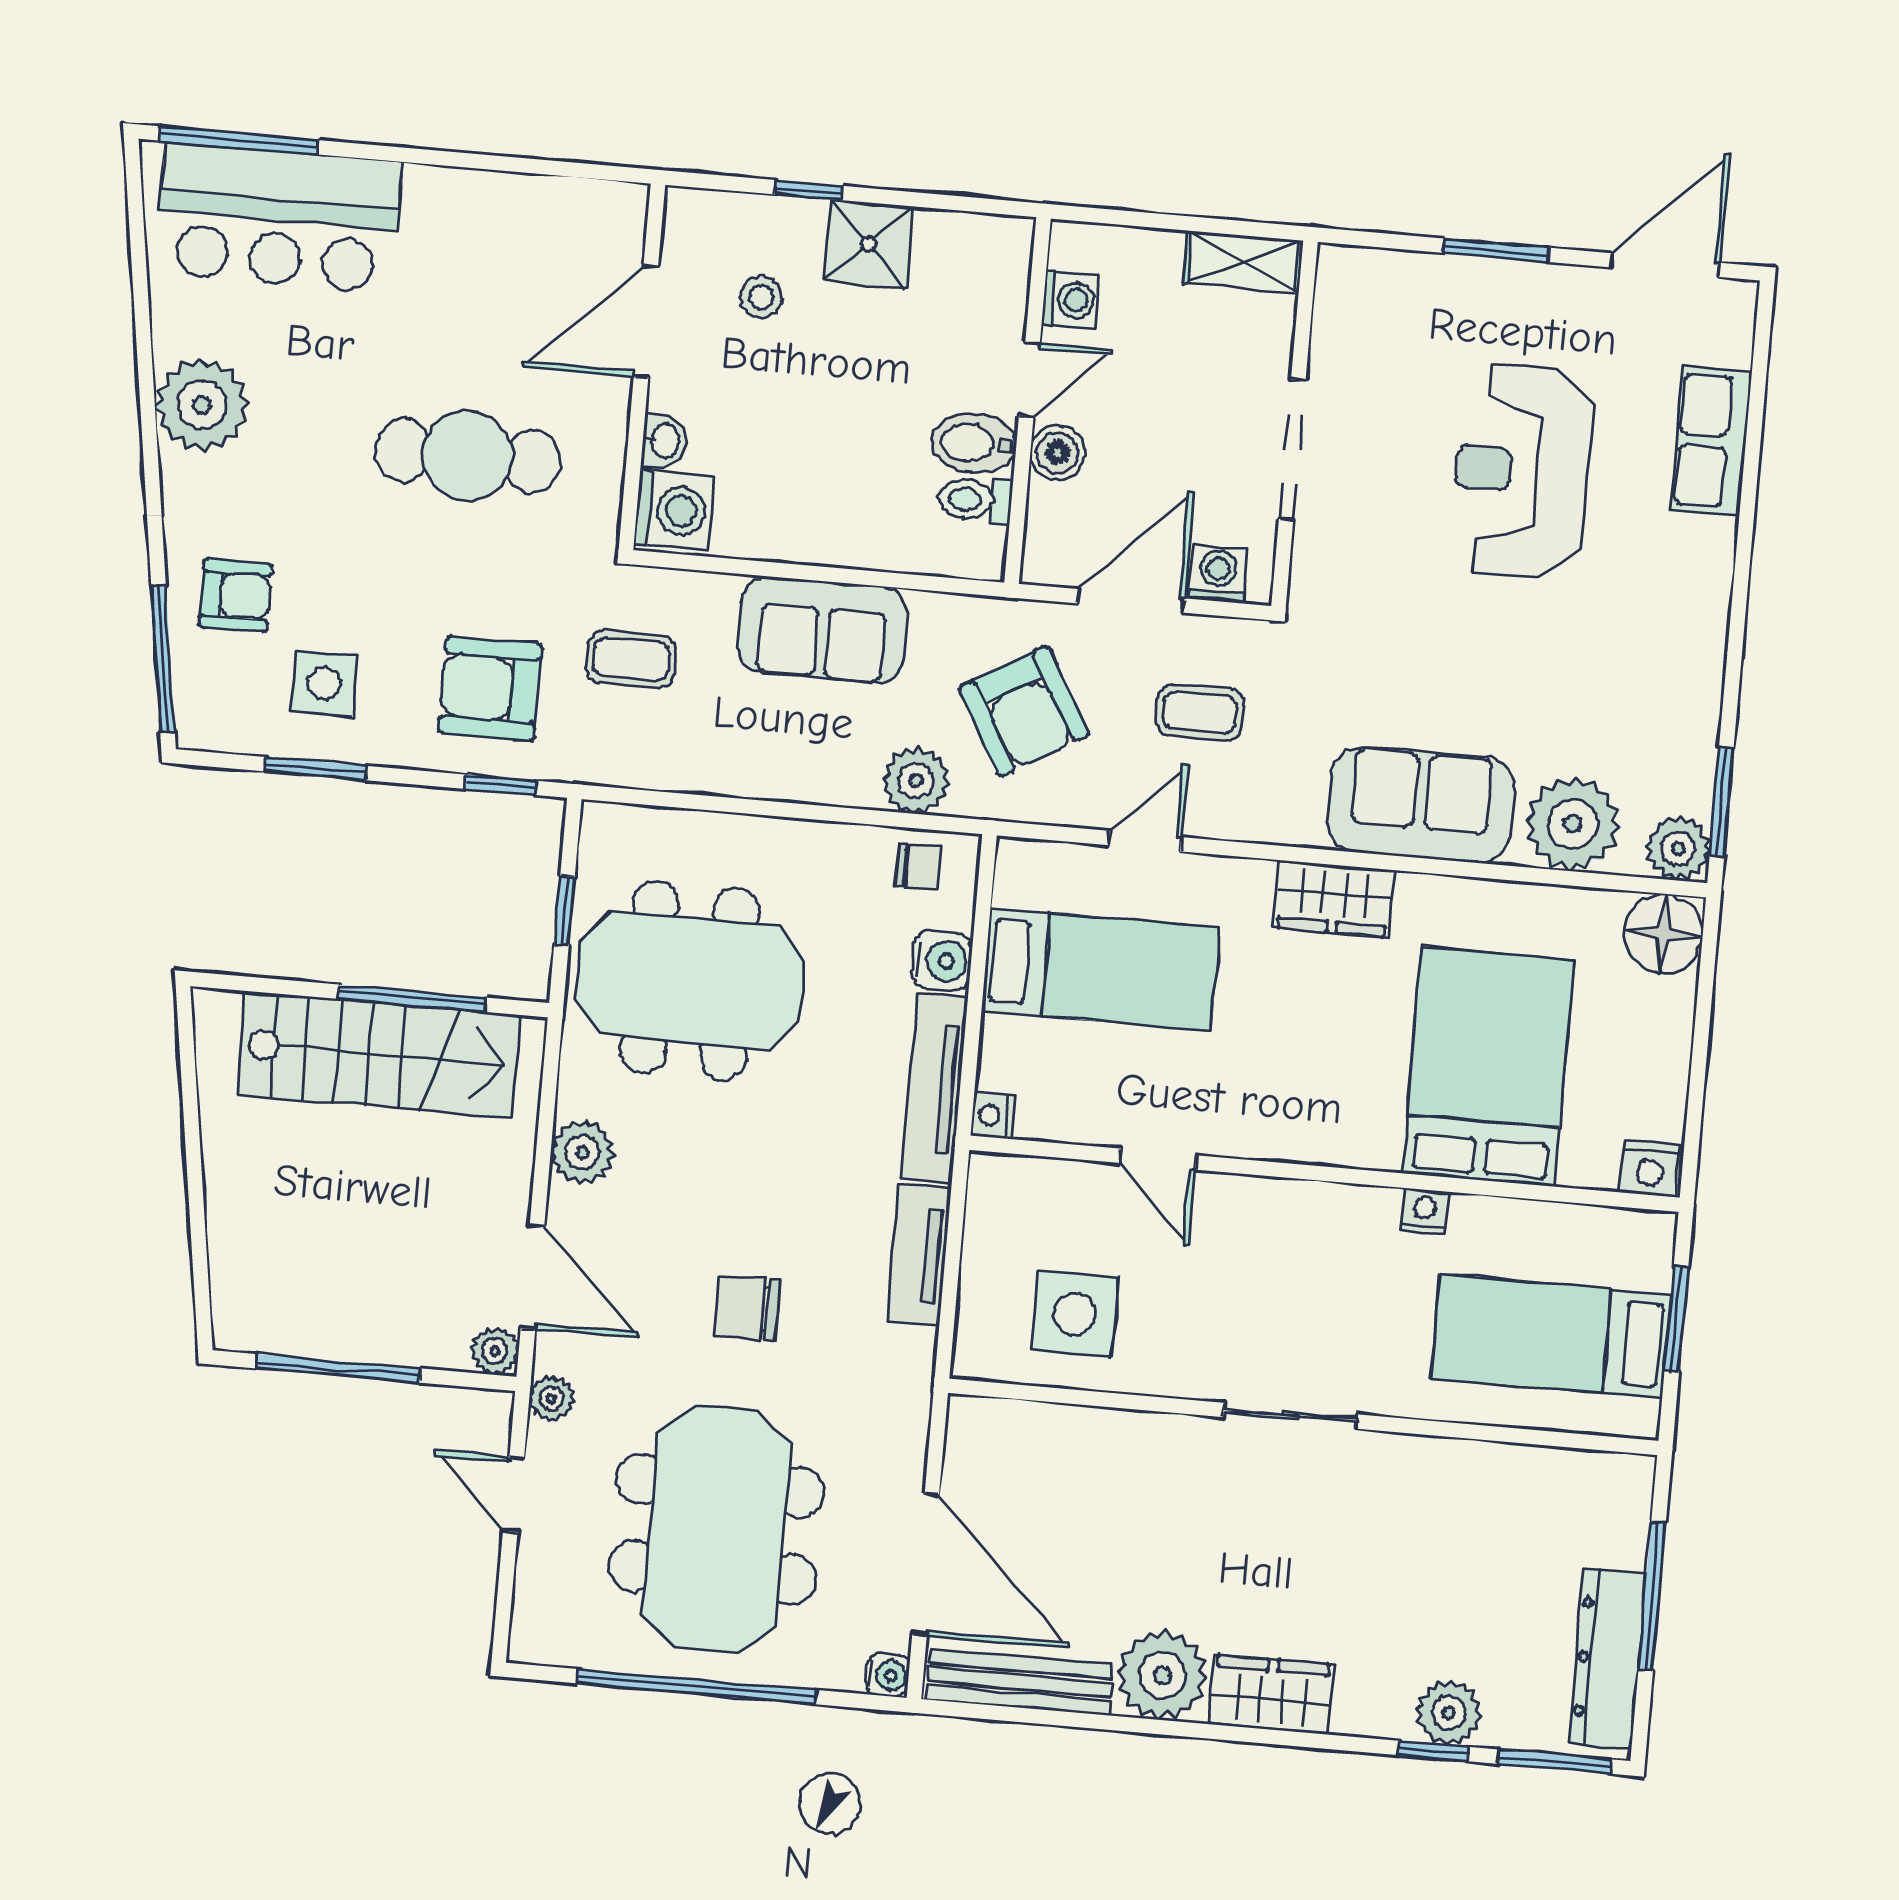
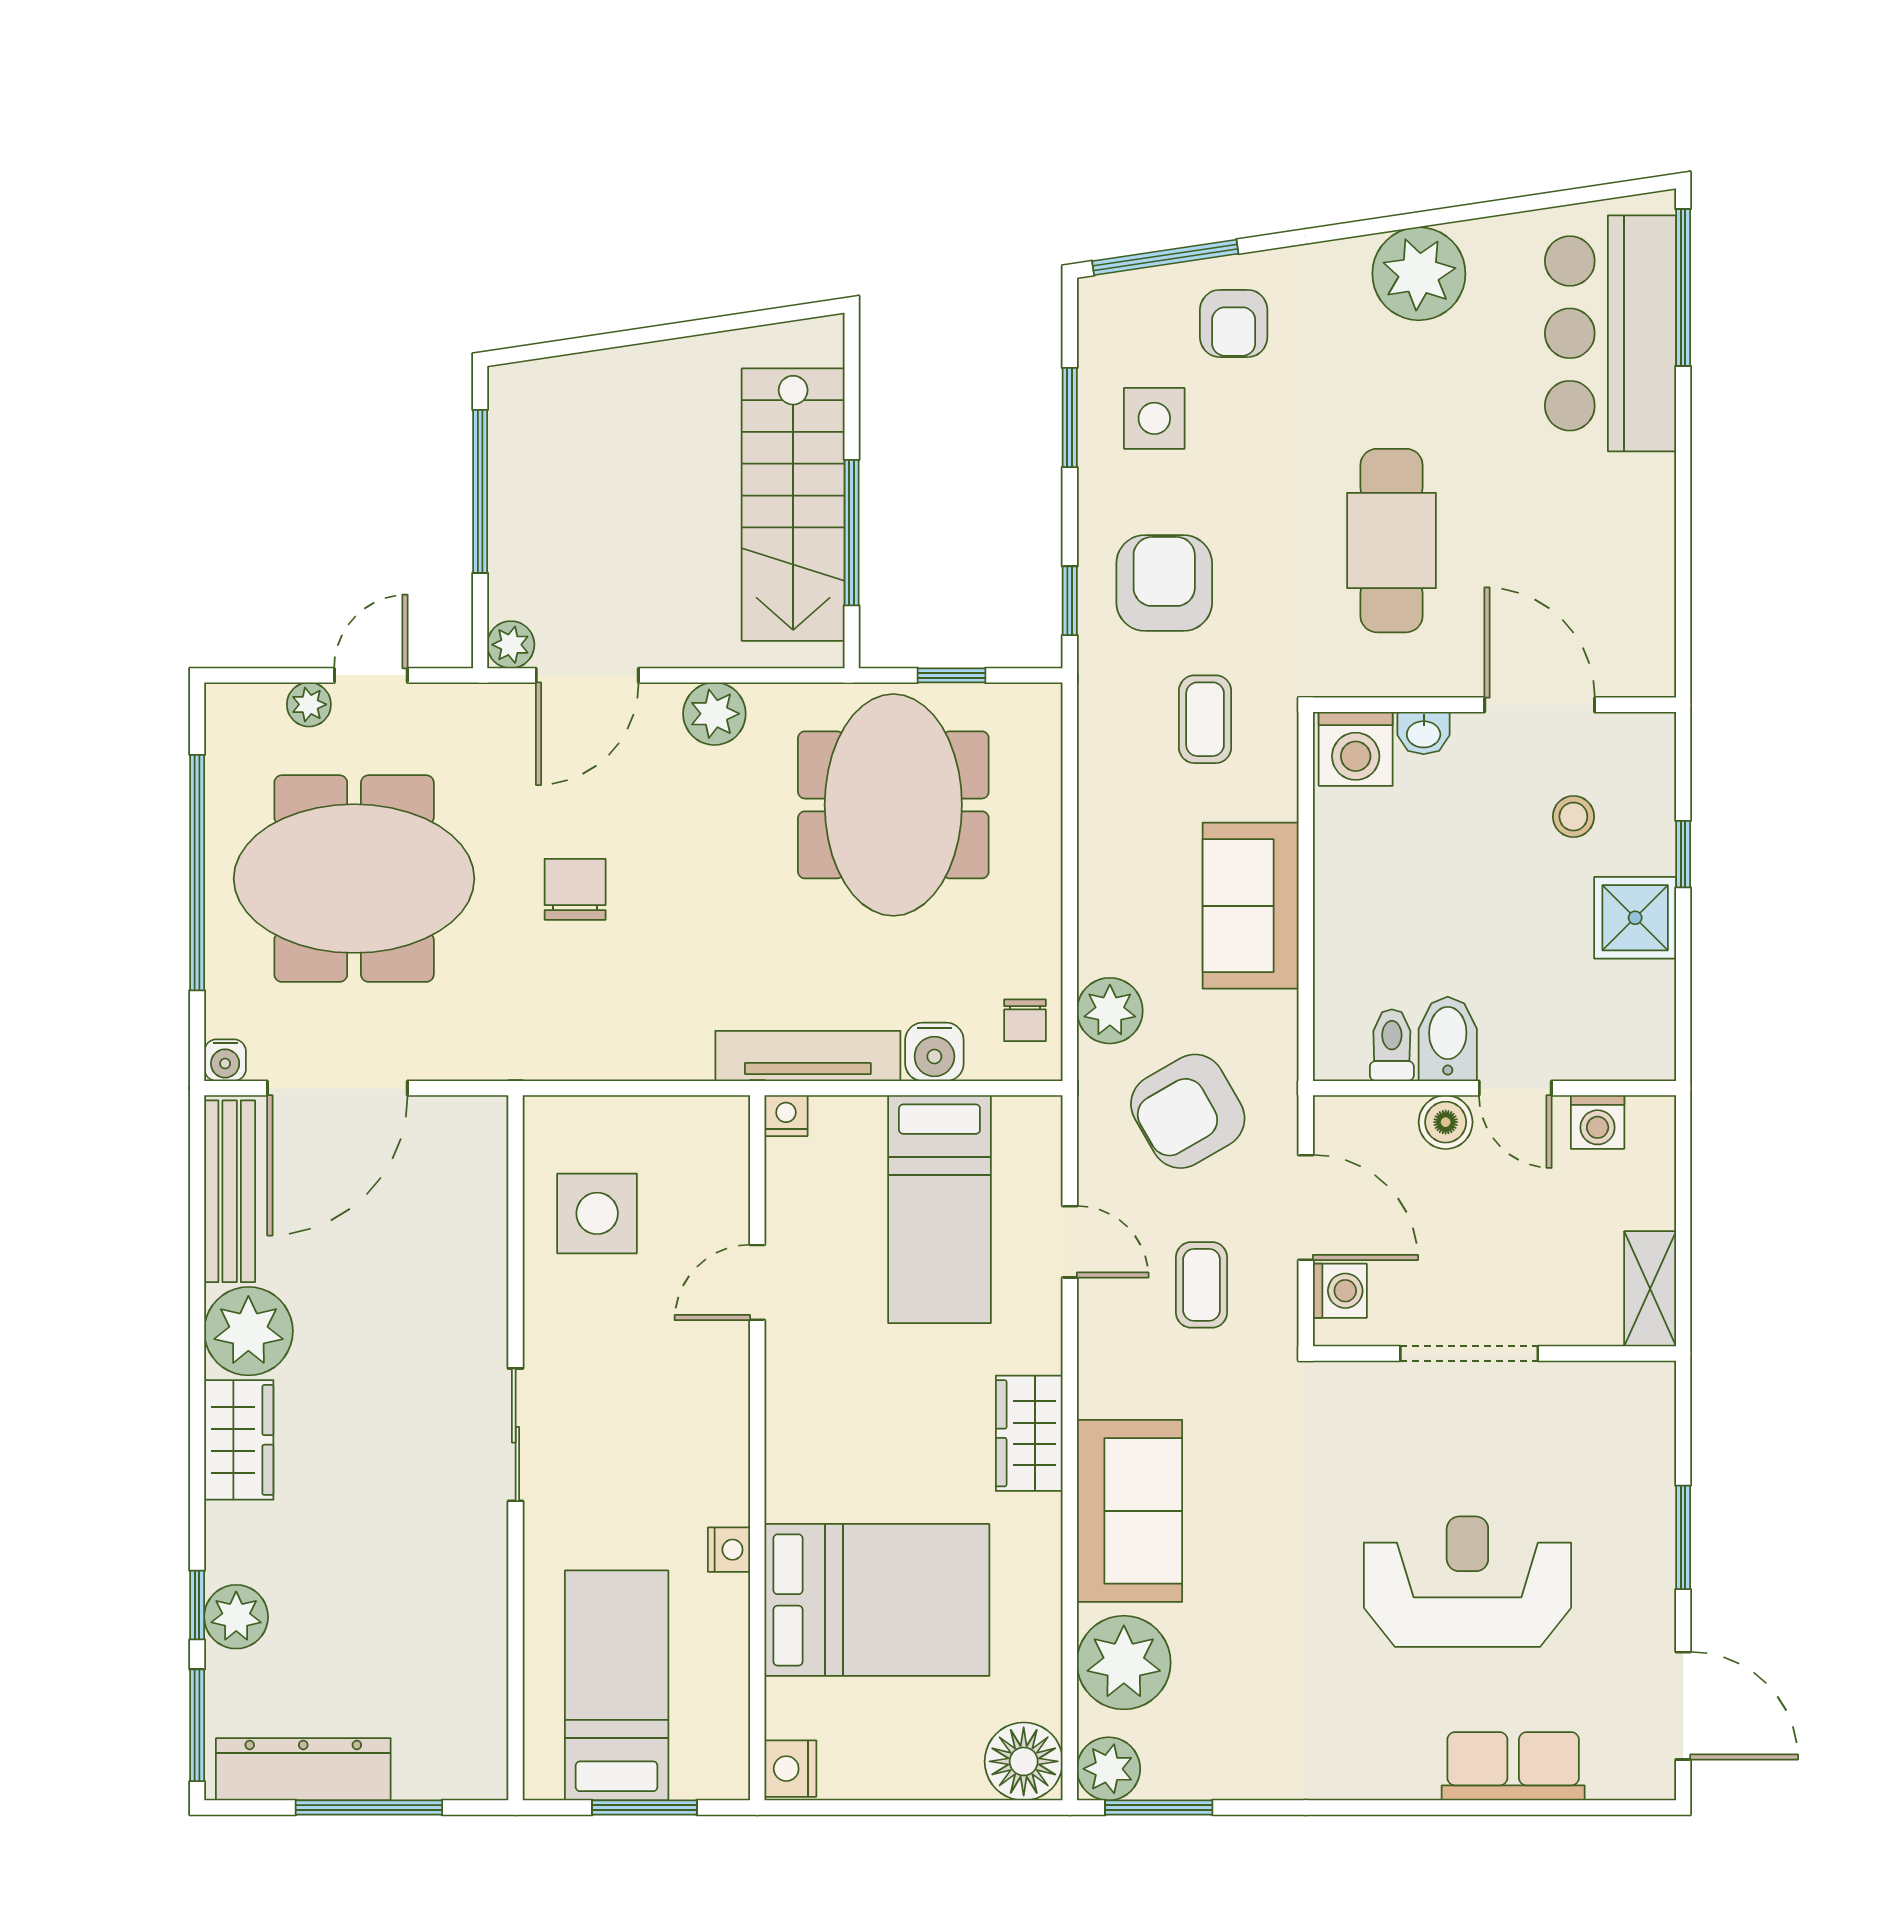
tv unit: (919, 1255) -> (642, 1055), removed
plant: (551, 1399) -> (309, 704), moved

